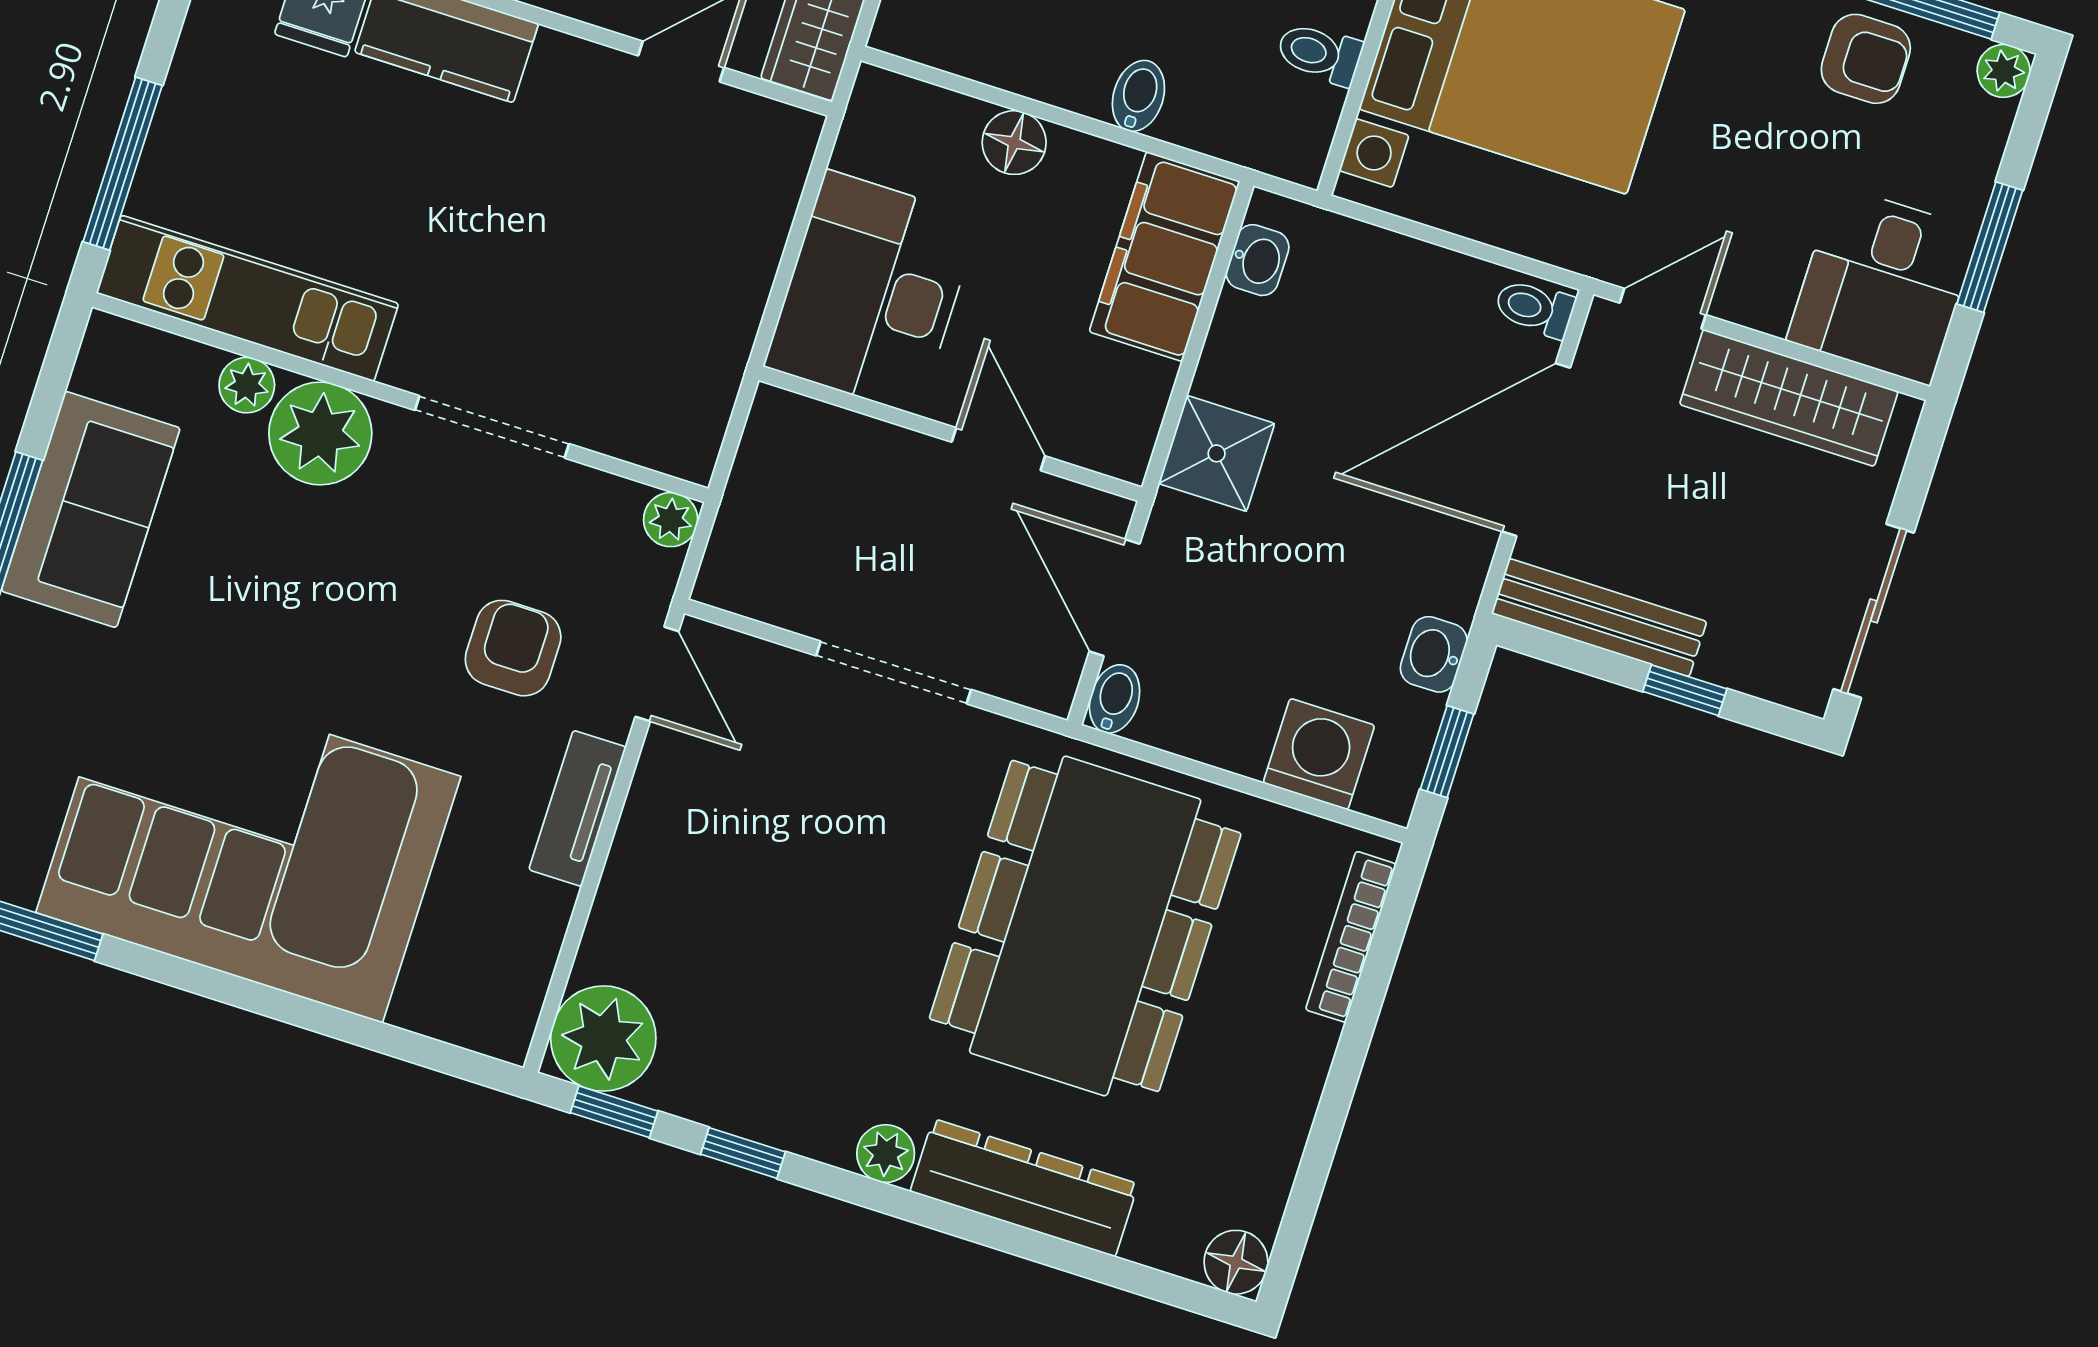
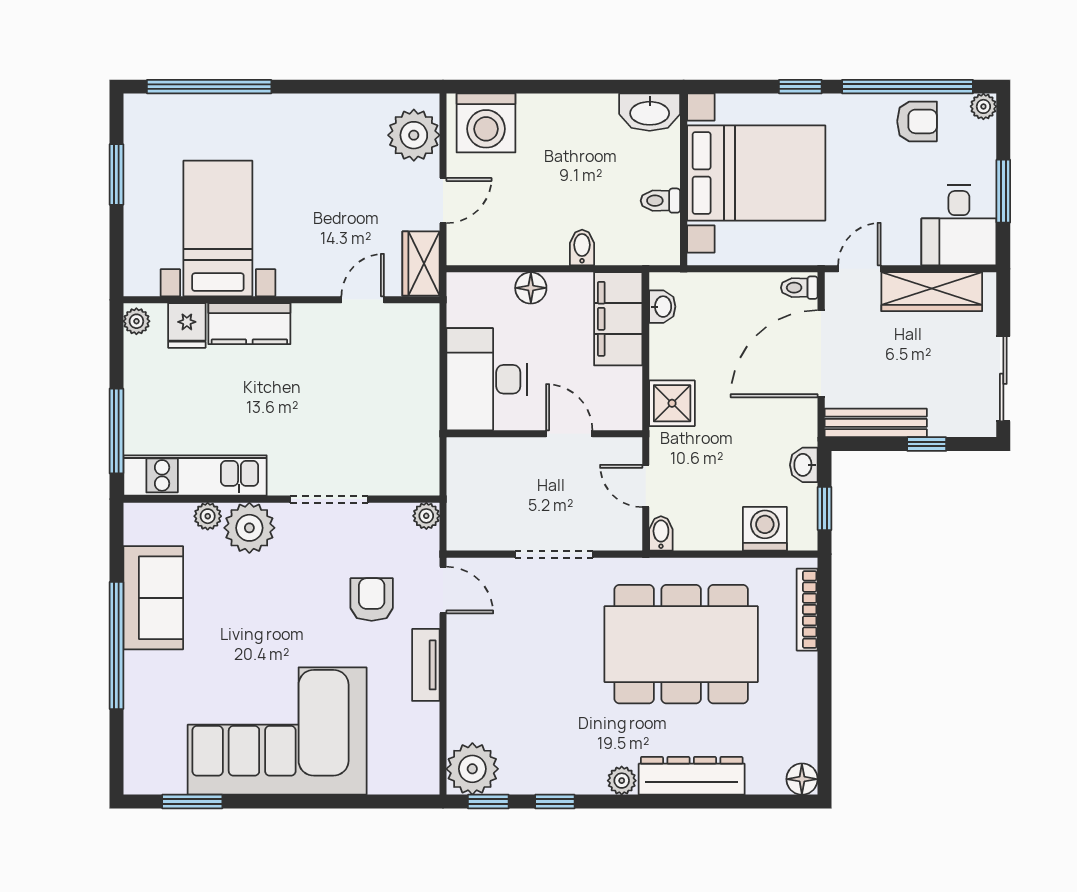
door: (1115, 598) -> (646, 486), width x0.73
dining table: (1085, 926) -> (681, 644), turned 90

